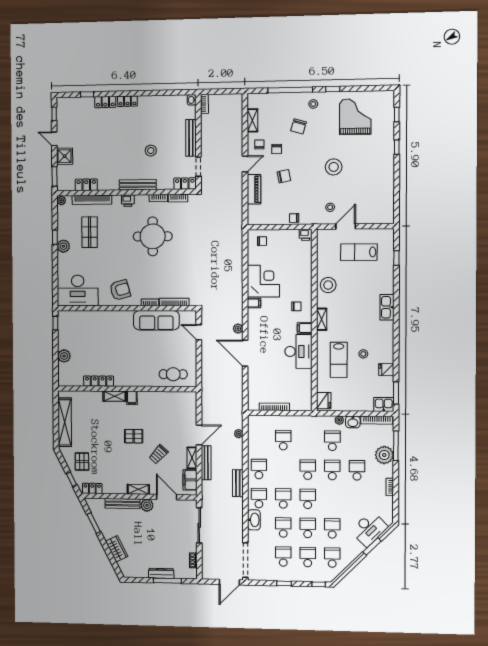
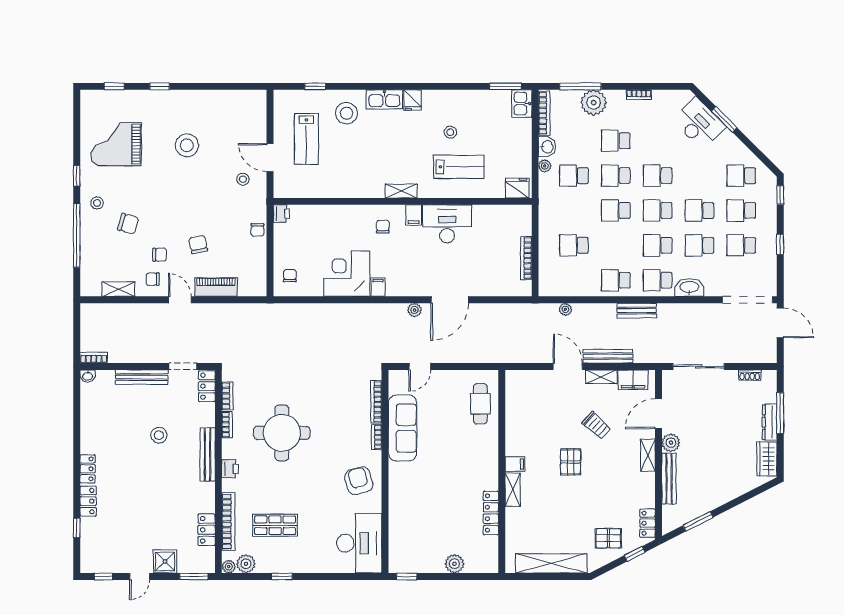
stool: (334, 167) -> (187, 145), moved
plant: (63, 246) -> (246, 564), moved
stool: (328, 285) -> (347, 113), moved
fridge: (386, 370) -> (413, 100), moved
school desk: (332, 528) -> (658, 176), moved
wardrobe: (117, 549) -> (767, 459), moved, turned -63

